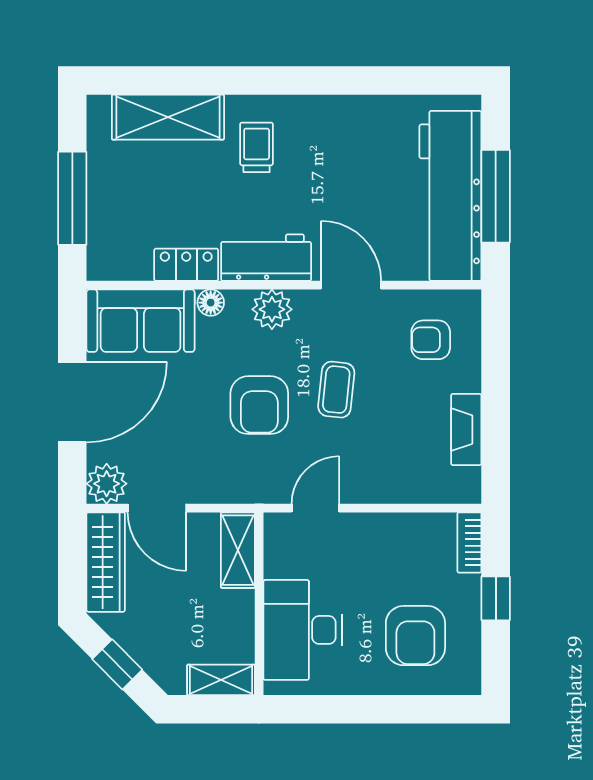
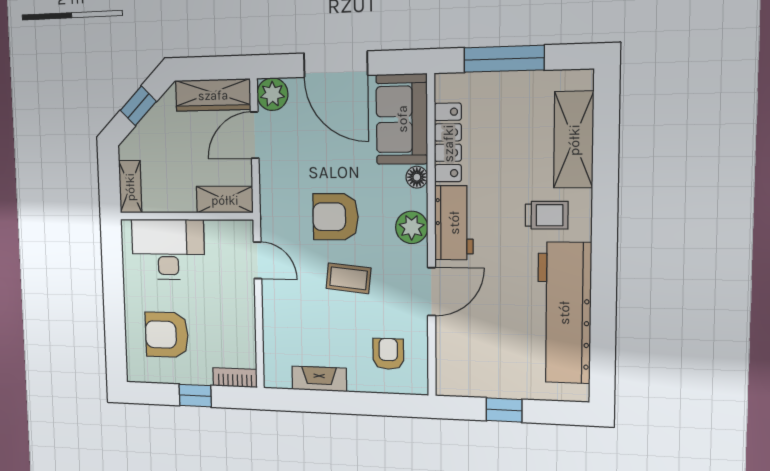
workbench: (450, 196) -> (564, 313), moved, turned -90
window: (496, 196) -> (504, 410), width x0.46
locker: (186, 265) -> (448, 143), width x1.53

